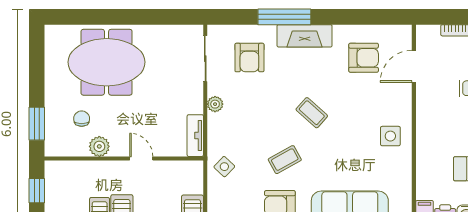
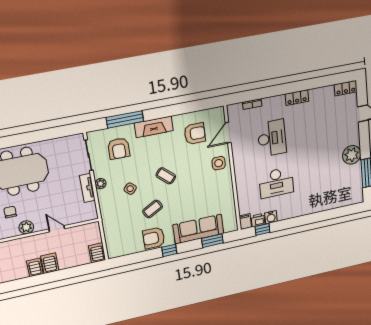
window: (284, 17) -> (125, 119), moved
tv unit: (195, 136) -> (87, 188), moved
side table: (390, 136) -> (219, 163), moved
side table: (224, 167) -> (130, 189), moved

